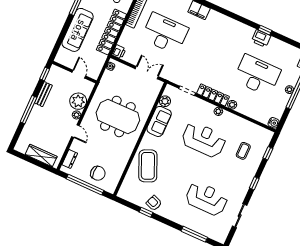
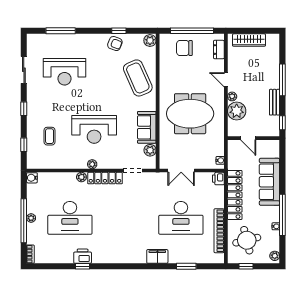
plant: (124, 192) -> (150, 40), added

